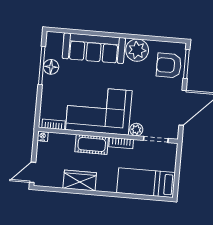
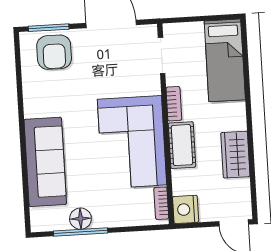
plant: (137, 50) -> (39, 100), removed
plant: (136, 130) -> (152, 85), removed
nightstand: (43, 136) -> (186, 209), width x1.89, depth x1.79

